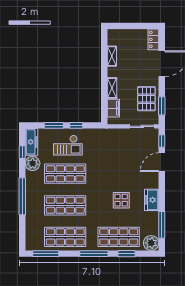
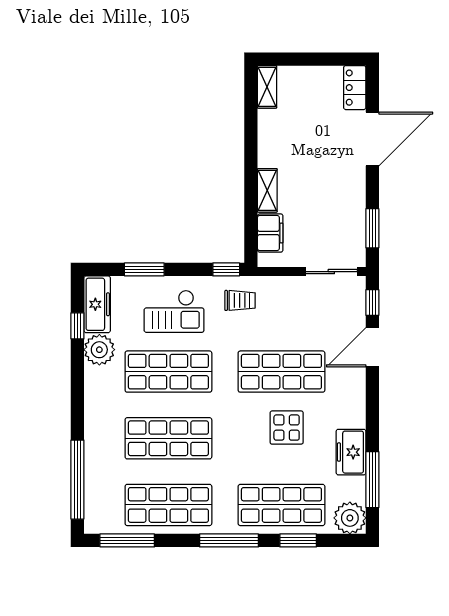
shelving: (112, 56) -> (267, 87), moved
pallet: (146, 99) -> (340, 213), removed
window: (76, 125) -> (226, 269), moved
trolley: (99, 140) -> (240, 300), added
shop shelf: (119, 174) -> (281, 372), added
window: (22, 196) -> (77, 480), moved
freezer: (152, 200) -> (351, 452), moved

